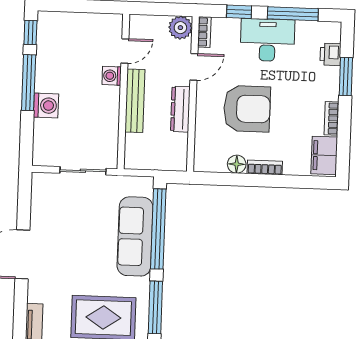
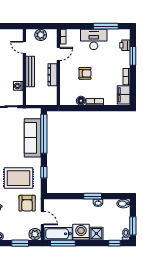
window: (239, 12) -> (79, 26), removed
plant: (180, 28) -> (41, 35), moved
door: (125, 51) -> (24, 47), swing flipped
washing machine: (112, 76) -> (18, 86), moved
armchair: (247, 109) -> (85, 73), width x0.53, depth x0.53
window: (155, 307) -> (44, 172), width x0.46

